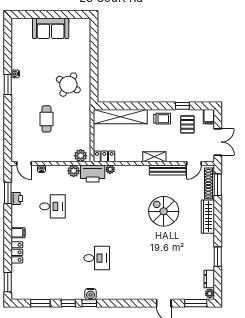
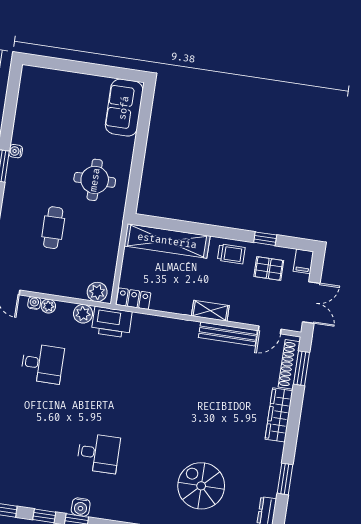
sofa: (51, 28) -> (124, 108), moved, turned 90
round table: (68, 85) -> (95, 180), turned -31
pallet: (187, 124) -> (269, 268), turned 90
plant: (110, 169) -> (48, 306), moved
spiral stairs: (164, 211) -> (201, 486), moved

